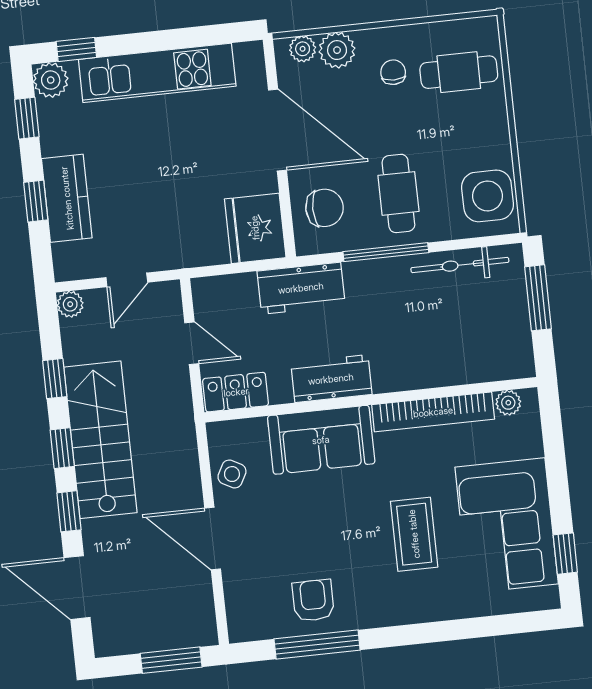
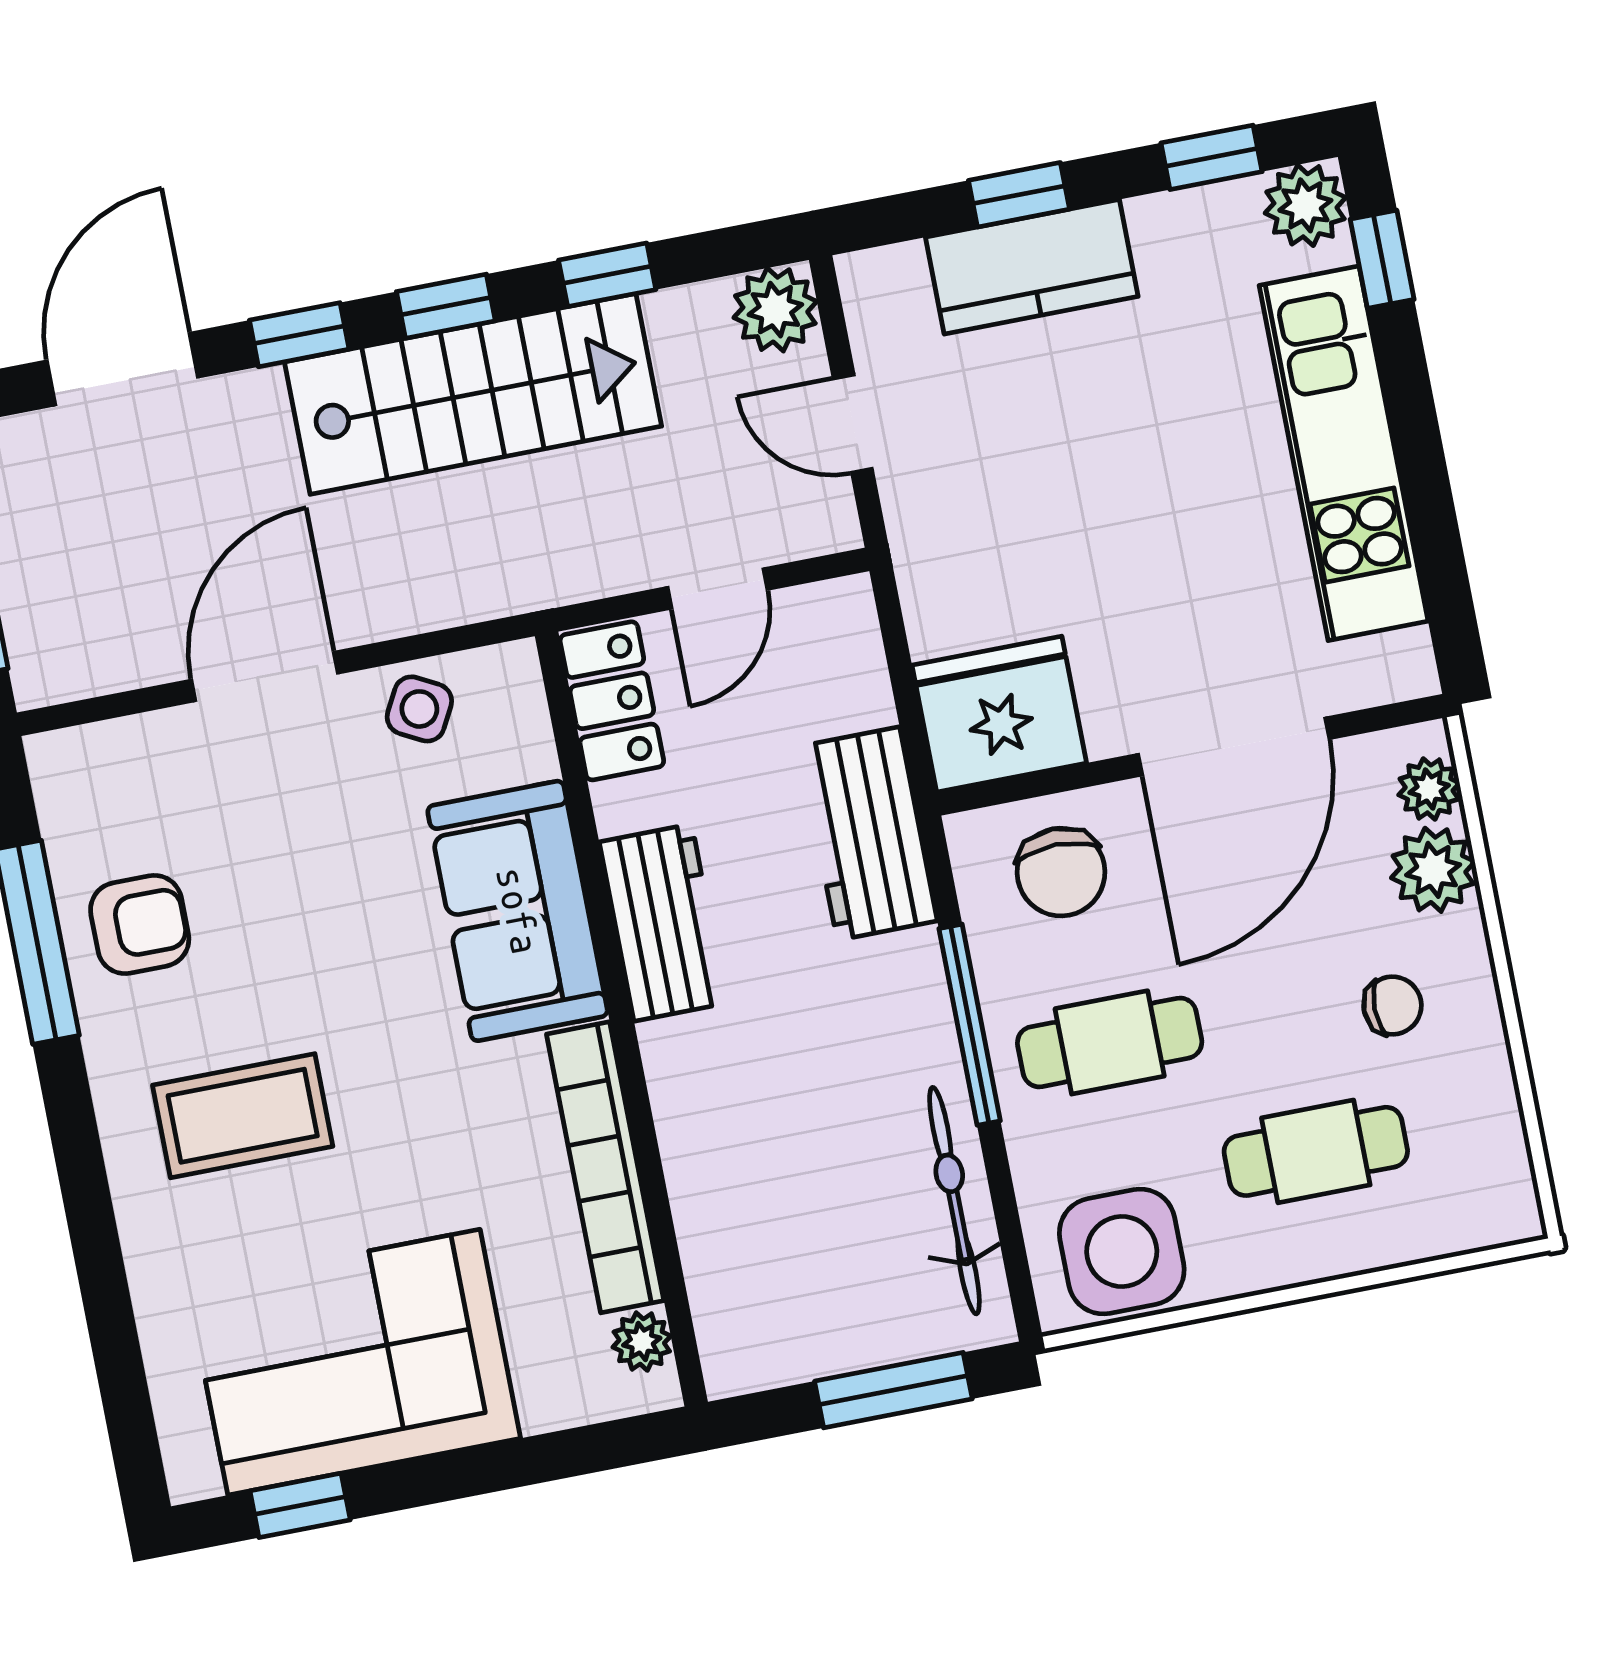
cafe table: (459, 72) -> (1316, 1151), moved, turned 90
plant: (70, 304) -> (775, 310), width x1.38, depth x1.38
coffee table: (414, 534) -> (243, 1116), moved

